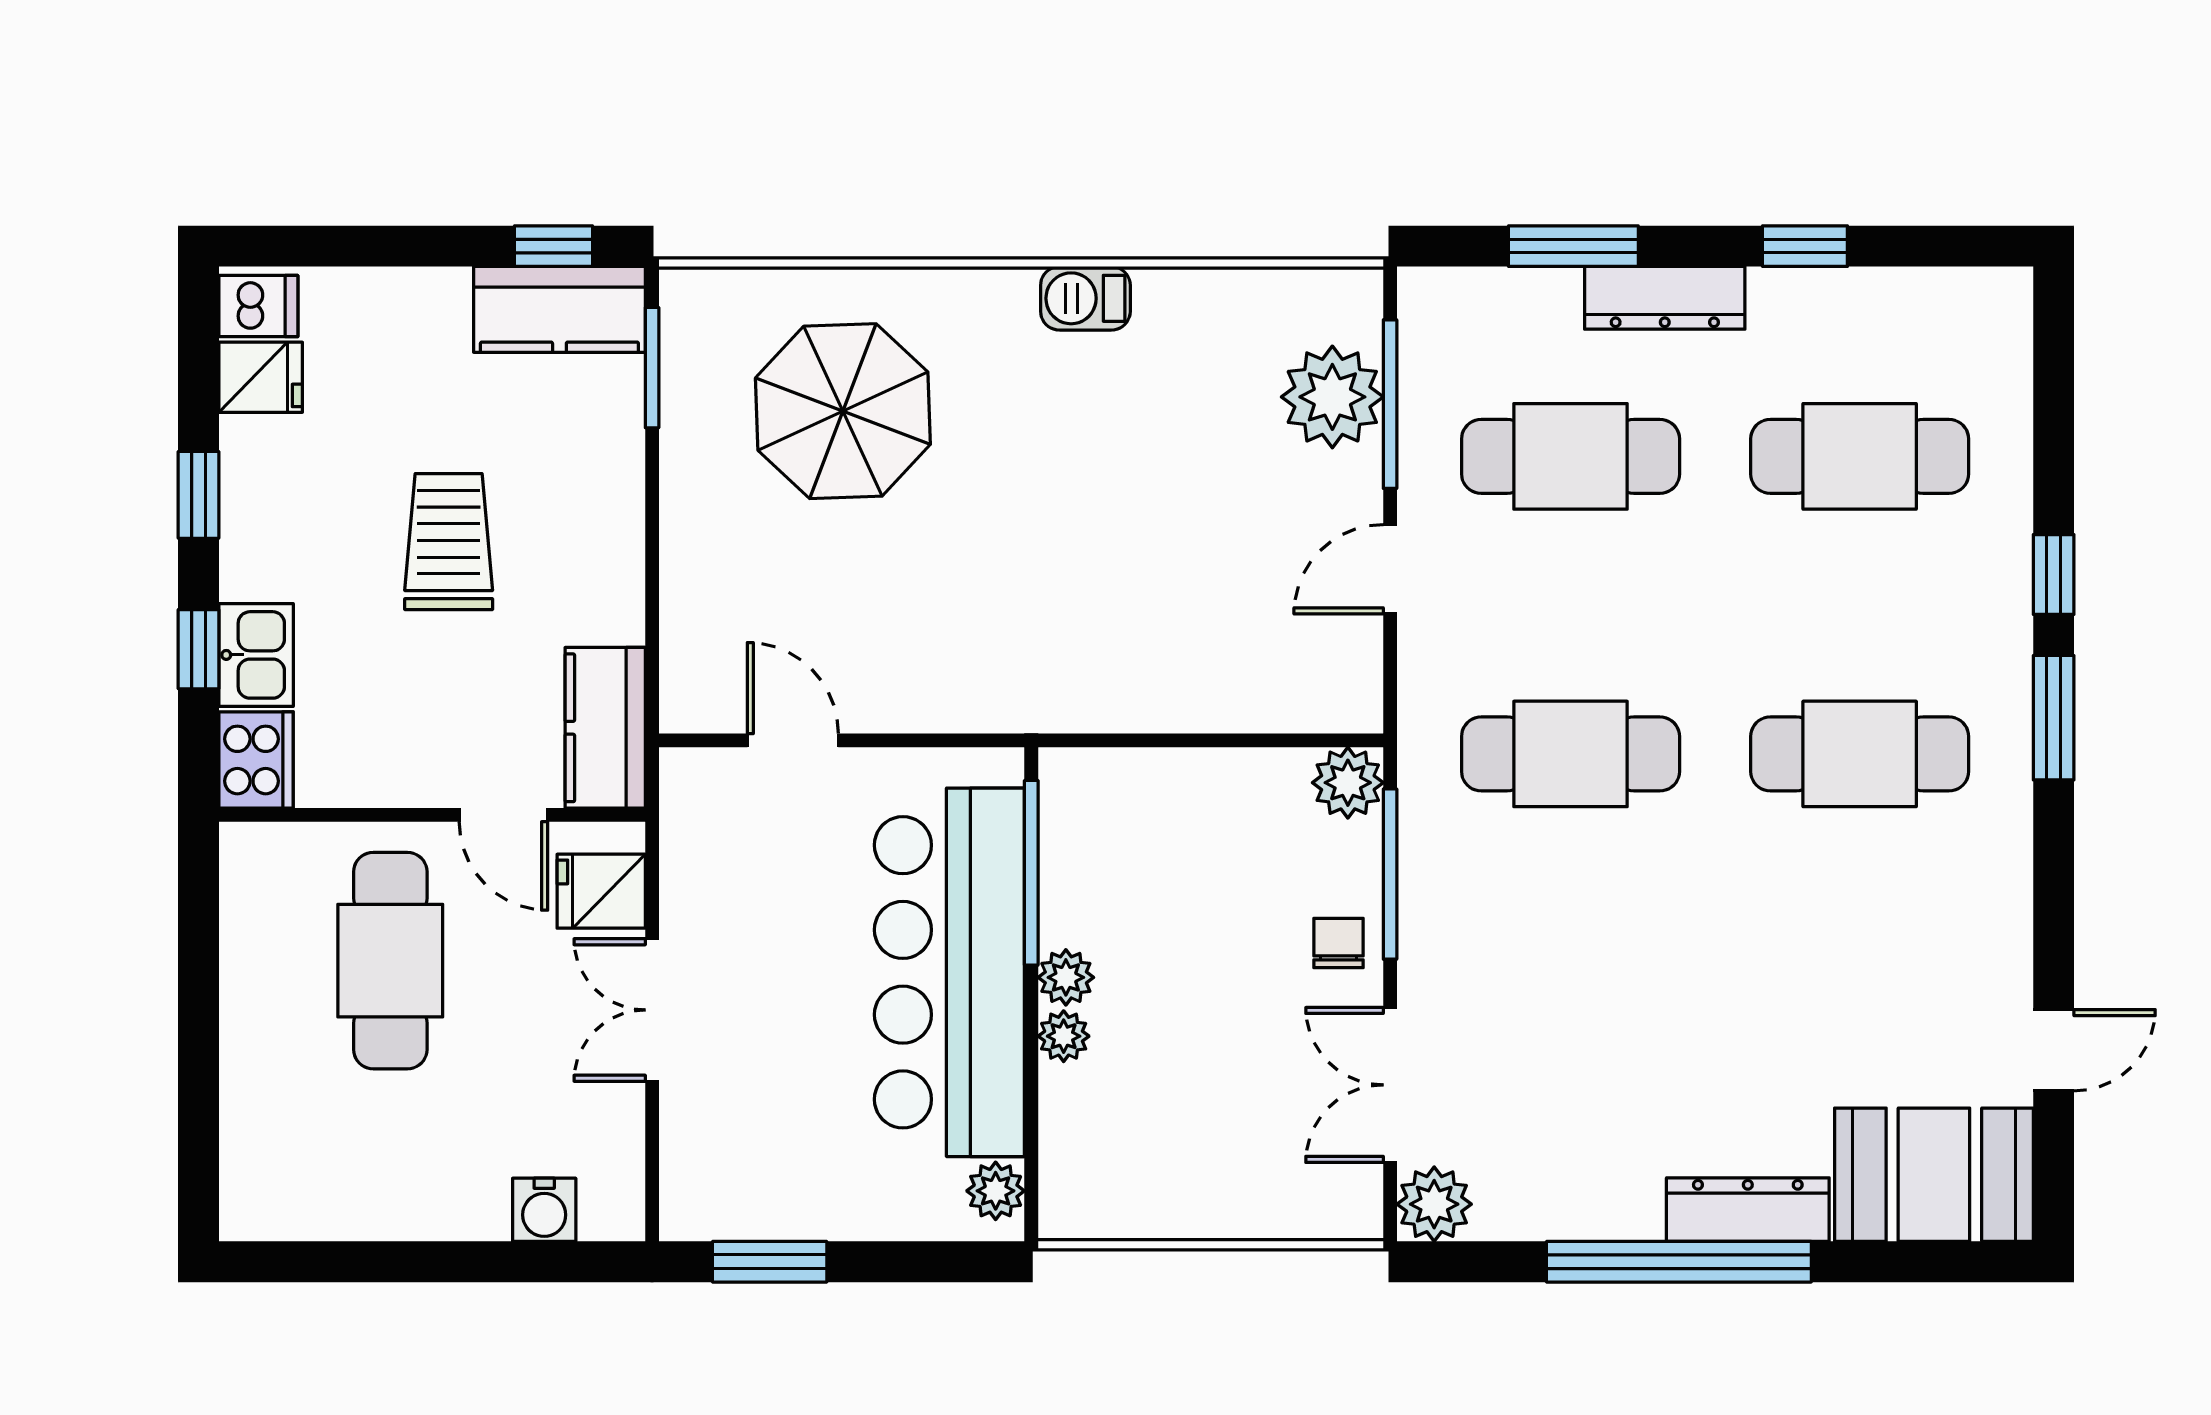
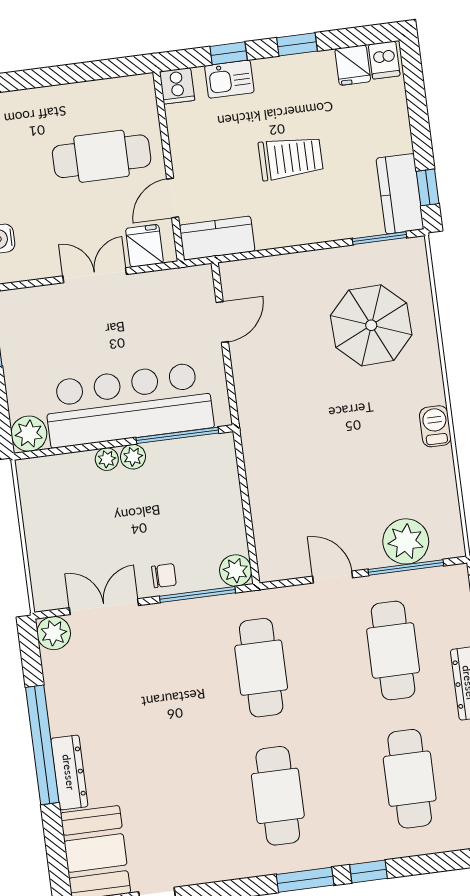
cooker: (256, 760) -> (177, 86), width x0.73
plant: (996, 1191) -> (29, 434), width x1.38, depth x1.38

